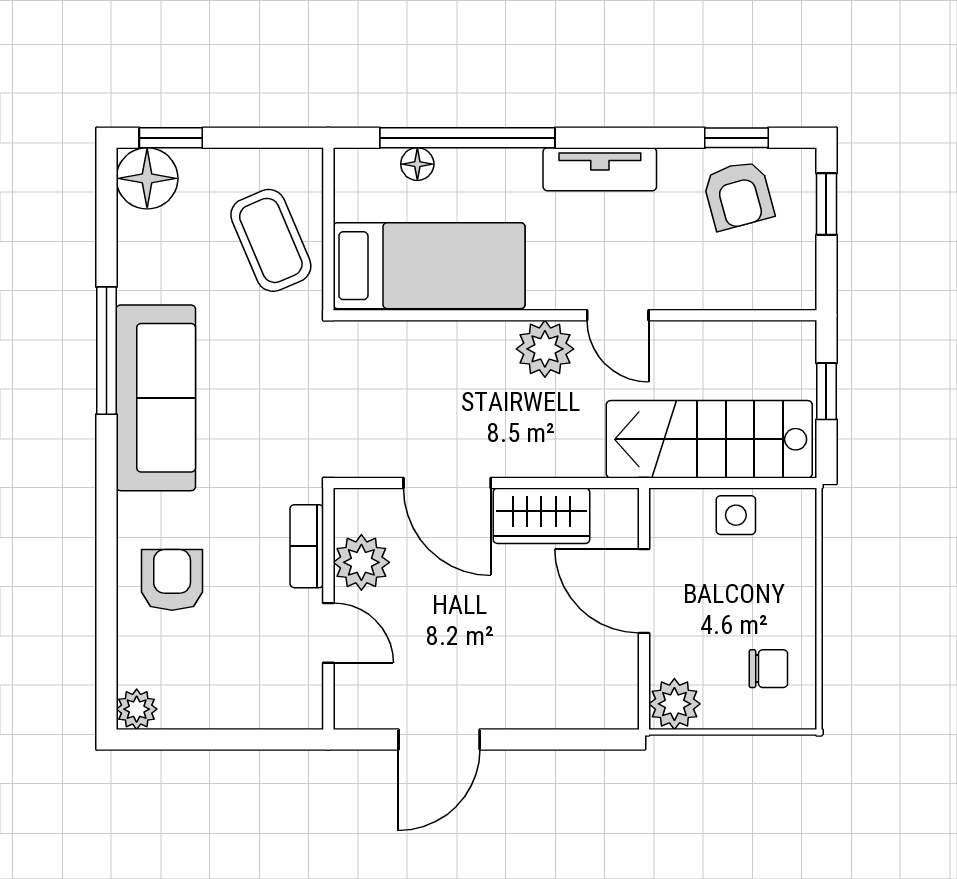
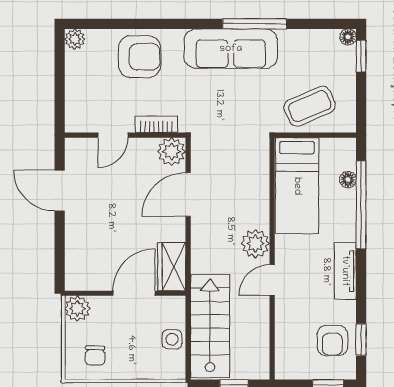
floor lamp: (147, 178) -> (348, 37), width x0.53, depth x0.53
armchair: (738, 195) -> (332, 340), turned -75
wardrobe: (541, 516) -> (172, 267), moved
plant: (361, 562) -> (172, 152), moved
armchair: (172, 580) -> (140, 57), width x1.38, depth x1.38

